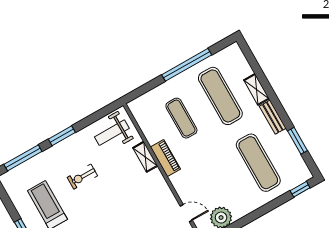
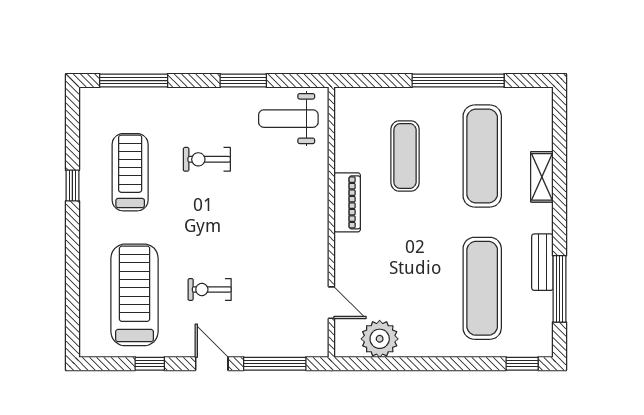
bench: (273, 117) -> (542, 262), moved
window: (62, 136) -> (243, 81), moved
window: (298, 141) -> (560, 289), width x1.44
shelving: (145, 157) -> (318, 183), removed

